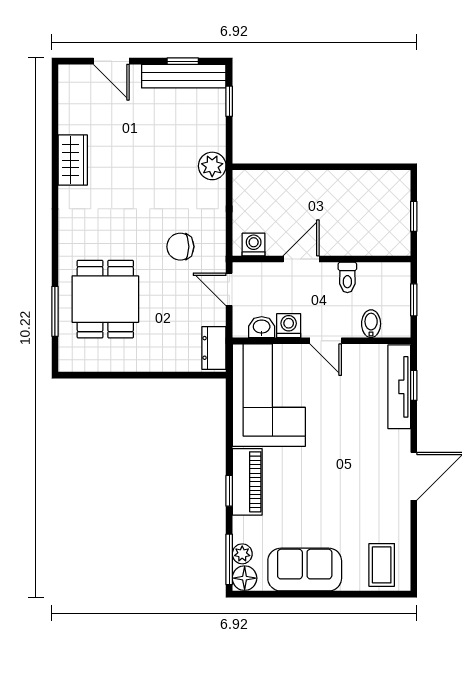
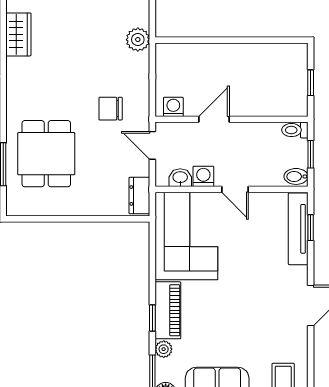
toilet: (347, 277) -> (295, 130), moved, turned 90
bidet: (371, 324) -> (296, 176), moved, turned -90
plant: (242, 554) -> (164, 349), moved

